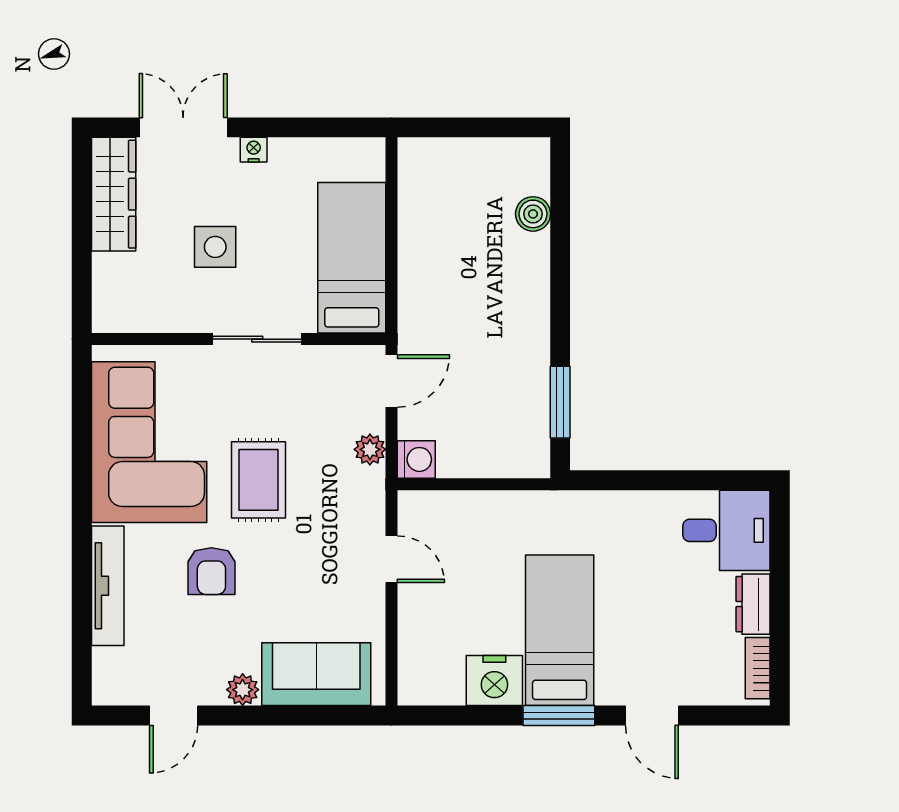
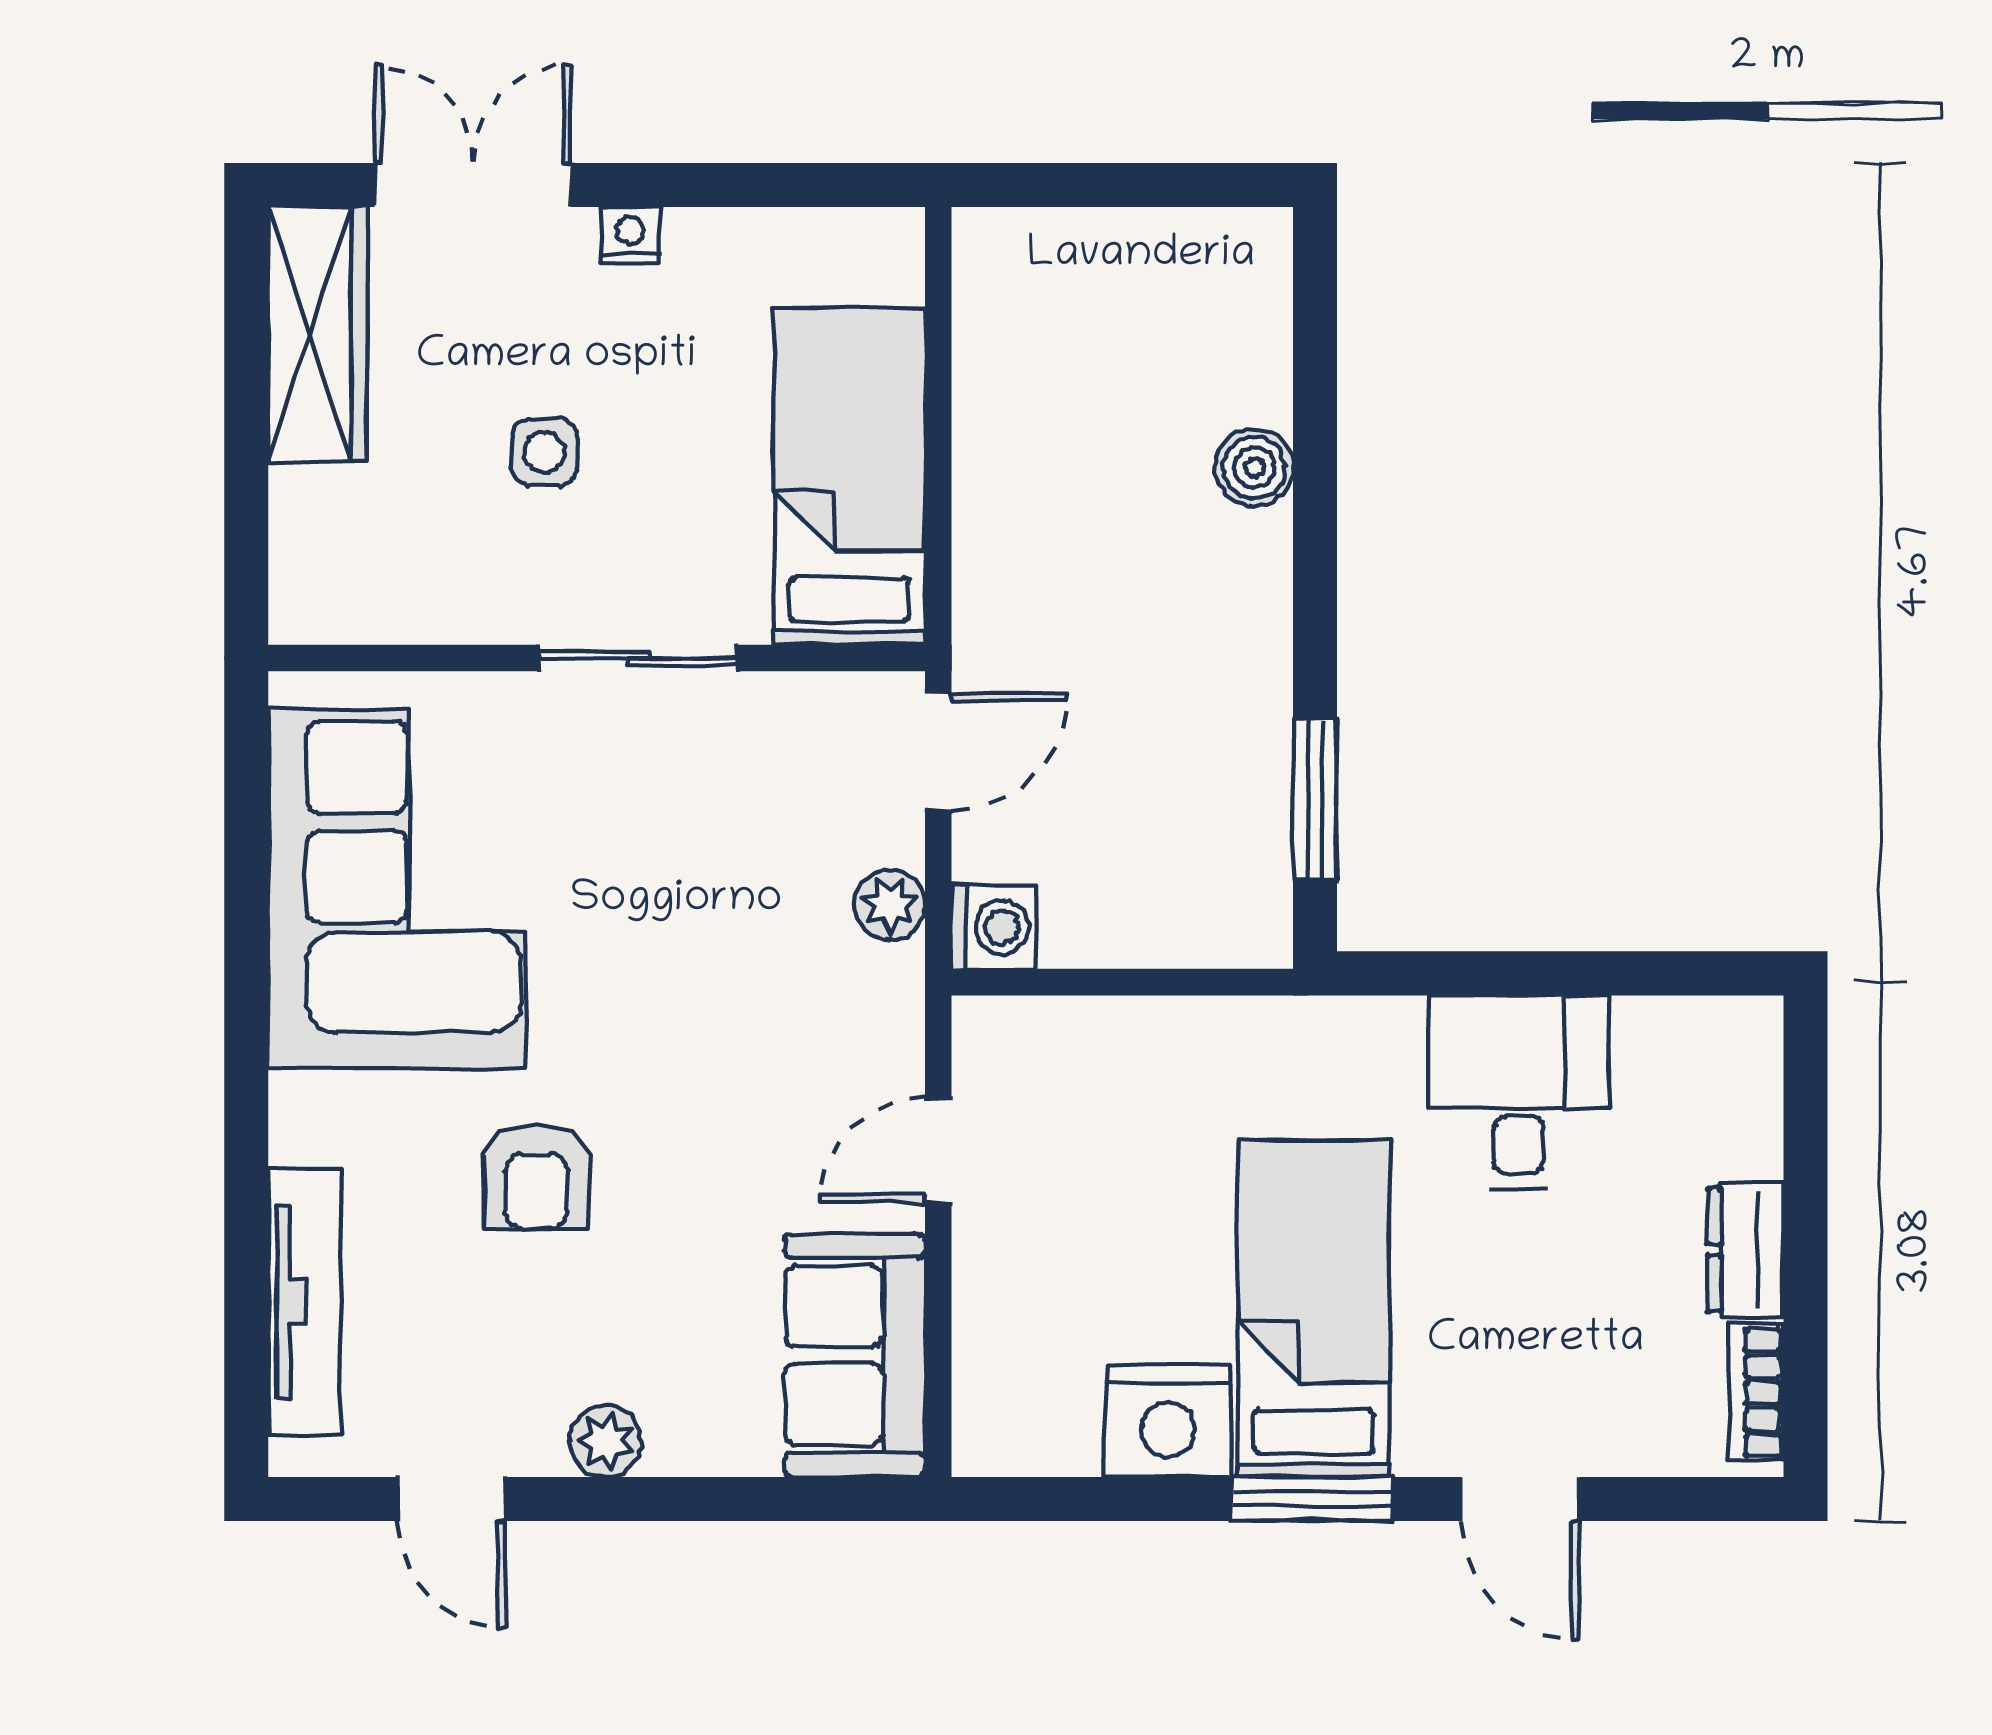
boiler: (533, 214) -> (1254, 468), moved
side table: (215, 247) -> (544, 452), width x0.73, depth x0.73
rug: (259, 480) -> (641, 973), removed
desk: (726, 530) -> (1519, 1092), moved, turned -90
door: (392, 559) -> (938, 1150), swing flipped
tv unit: (108, 586) -> (304, 1301), moved
sofa: (316, 674) -> (855, 1355), moved, turned -90
door: (174, 716) -> (451, 1499), hinge flipped

